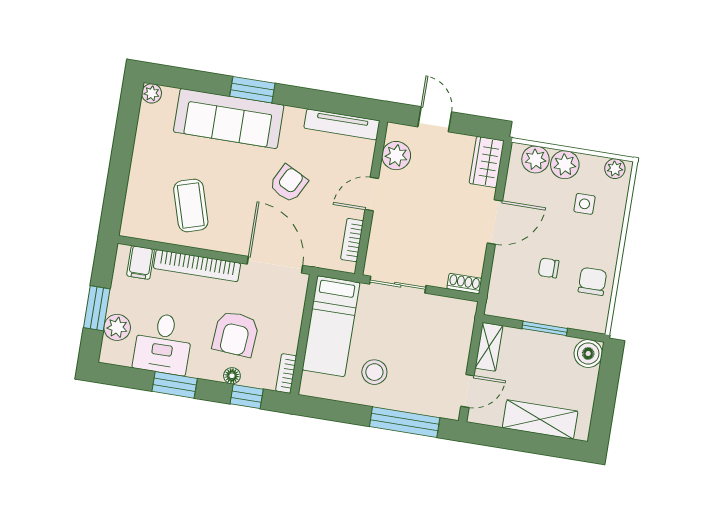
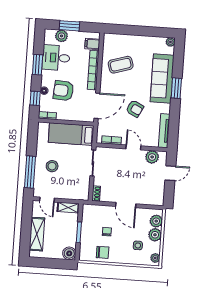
wardrobe: (487, 162) -> (153, 199), removed
stool: (374, 372) -> (52, 166), moved

